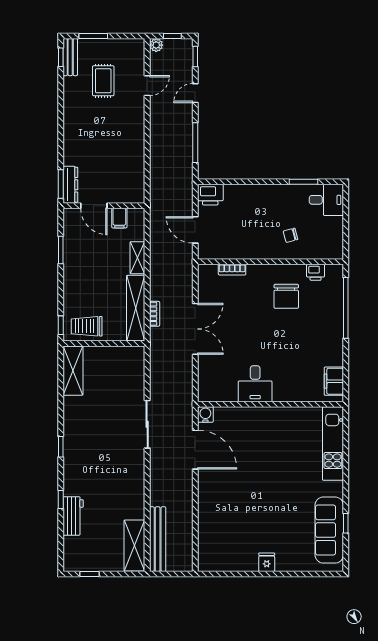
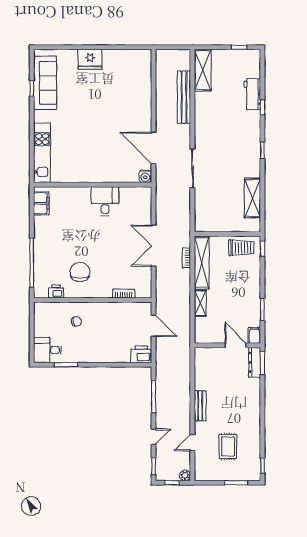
bench: (70, 57) -> (200, 406), moved
filing cabinet: (119, 218) -> (254, 335), moved
shelving: (73, 371) -> (252, 198), moved
bench: (158, 539) -> (184, 97), moved
fridge: (267, 562) -> (90, 59), width x1.88, depth x1.34

